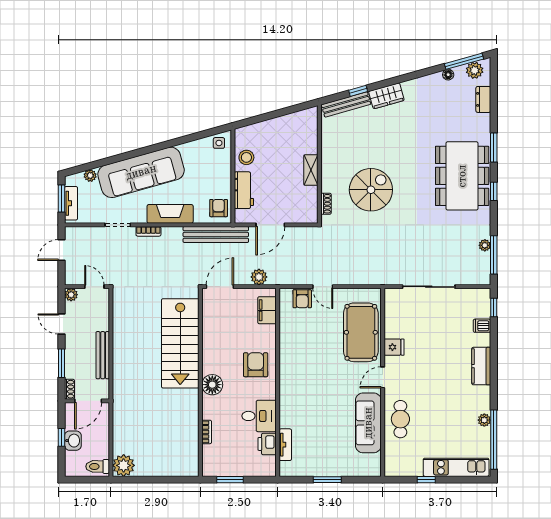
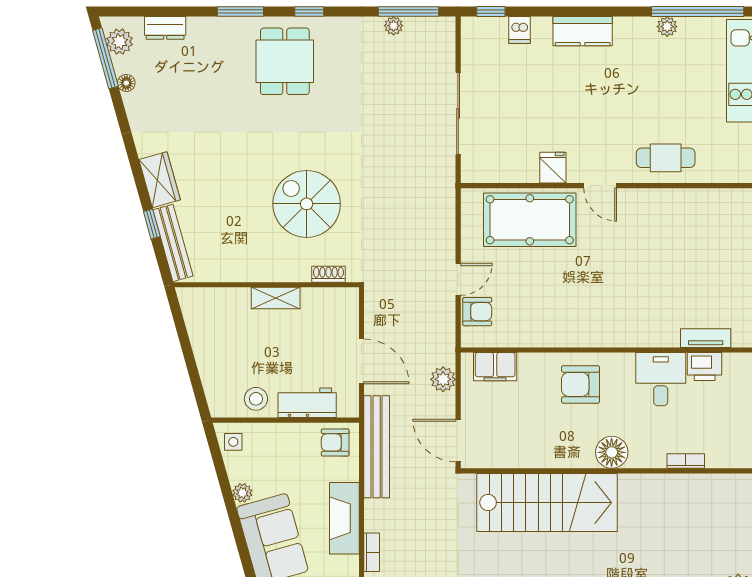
plant: (186, 149) -> (242, 493), added
dining table: (462, 176) -> (285, 61), width x0.53, depth x0.80
sofa: (368, 423) -> (671, 208), removed

